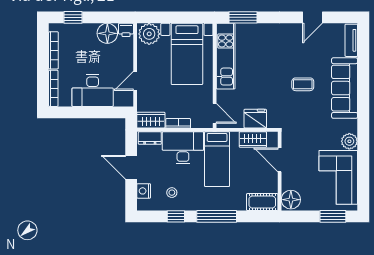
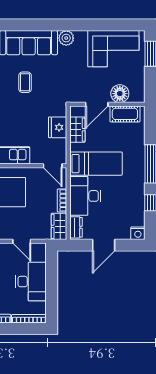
door: (215, 113) -> (53, 166), swing flipped
plant: (349, 141) -> (66, 38), moved
nightstand: (144, 191) -> (138, 233), moved
stool: (172, 193) -> (128, 206), removed
floor lamp: (291, 200) -> (120, 94), moved
cot: (262, 202) -> (125, 114), moved, turned 90

